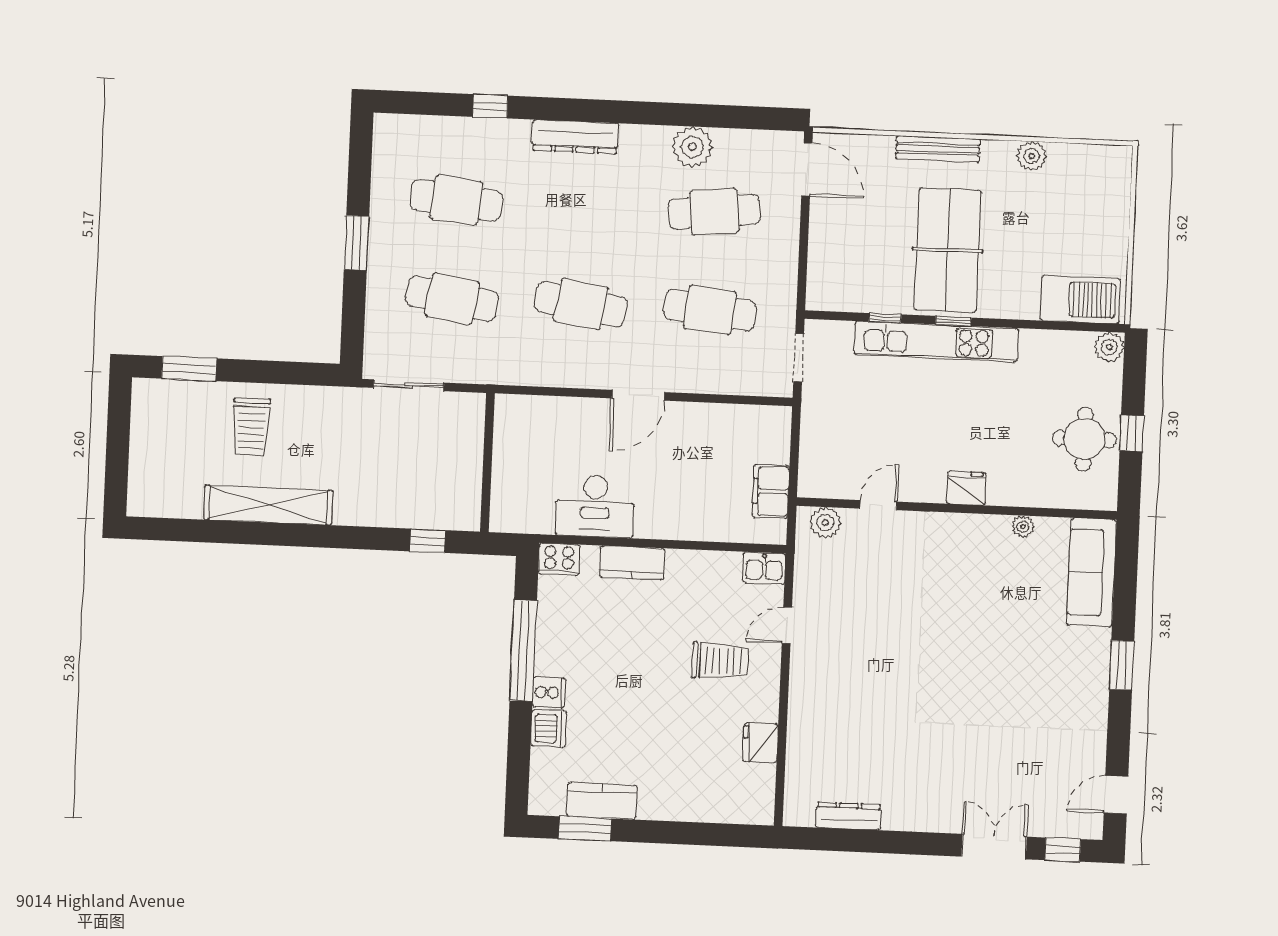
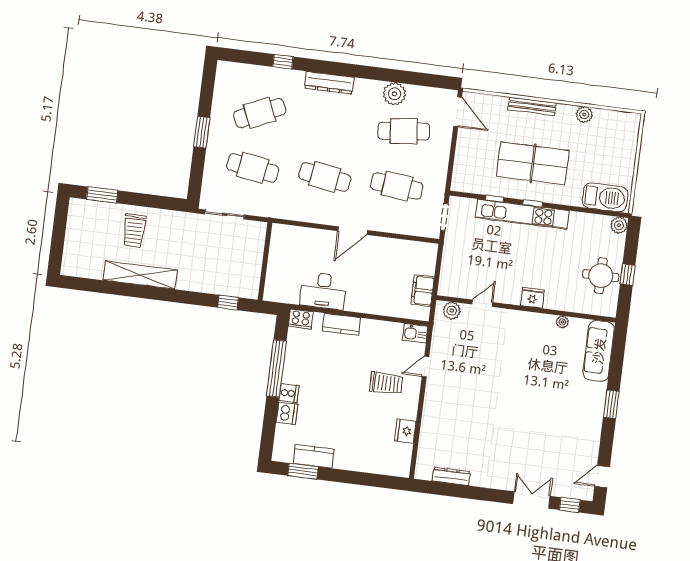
cafe table: (456, 200) -> (260, 113), turned -30
table tennis table: (948, 250) -> (533, 163), turned 90

